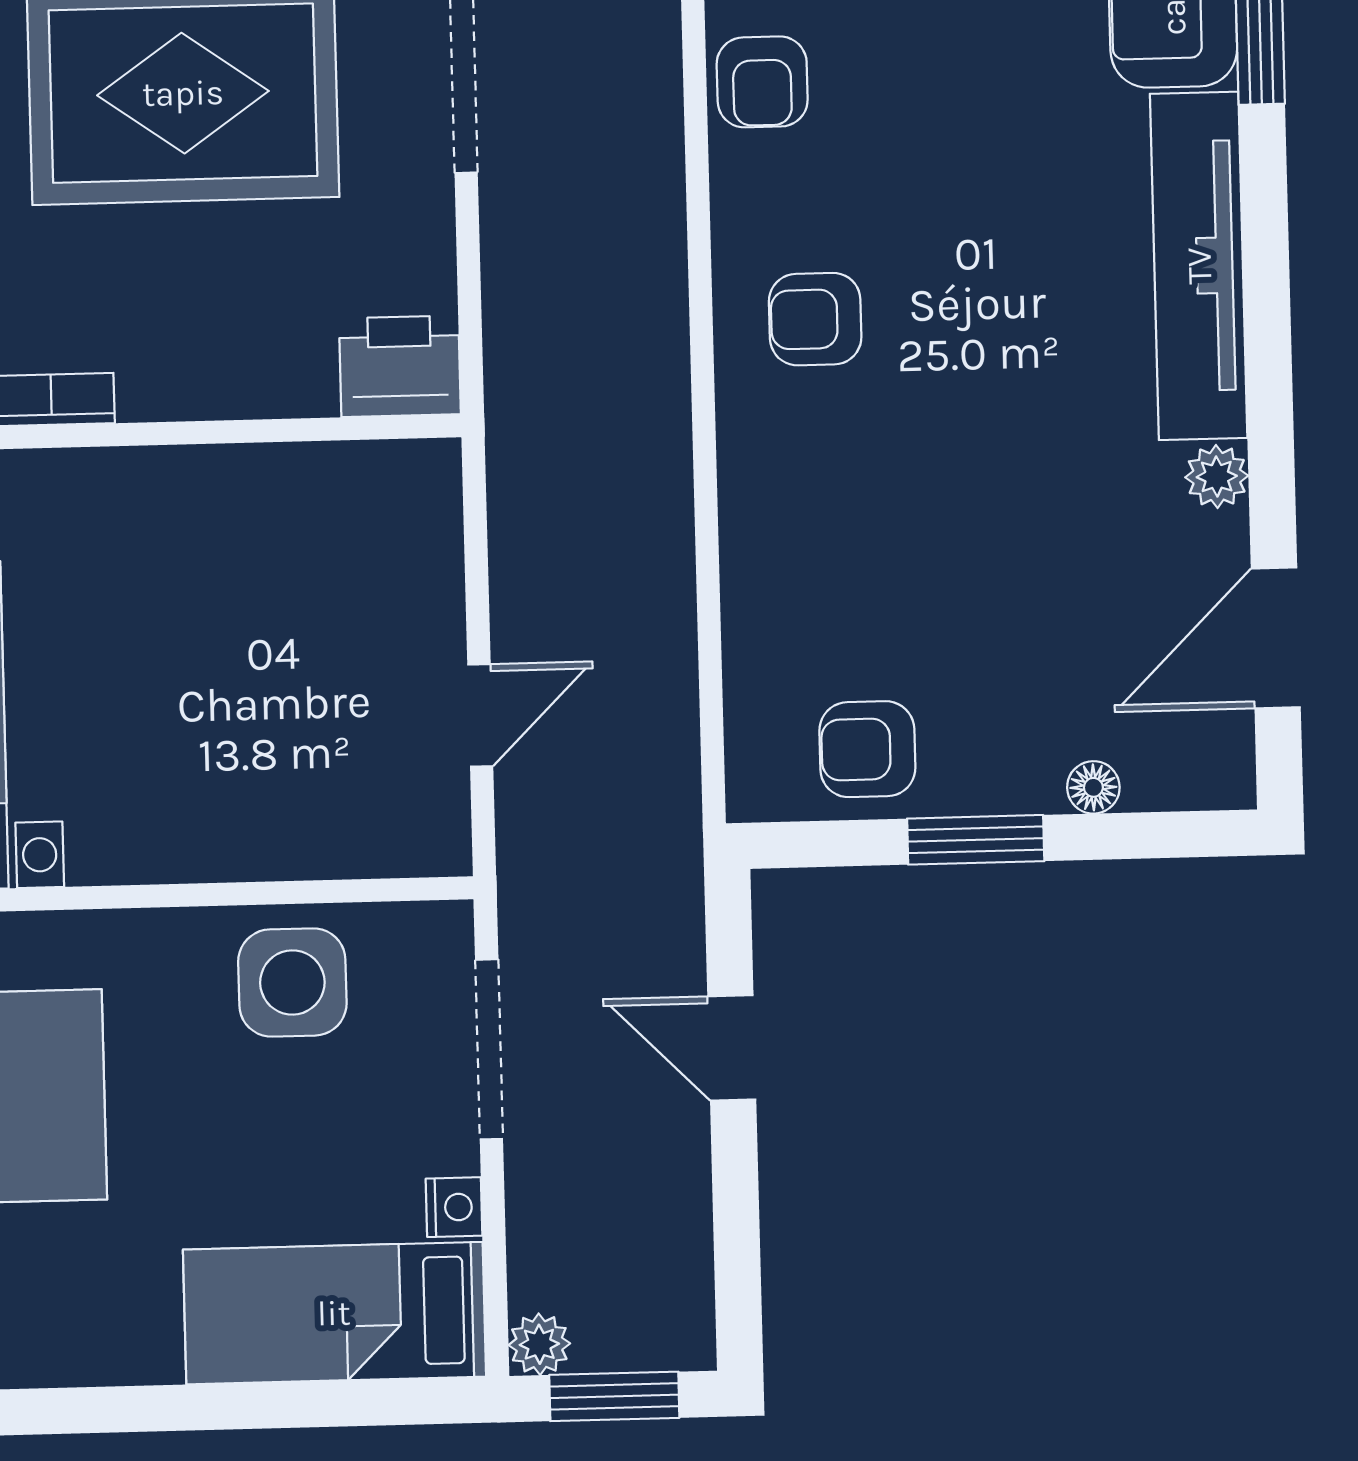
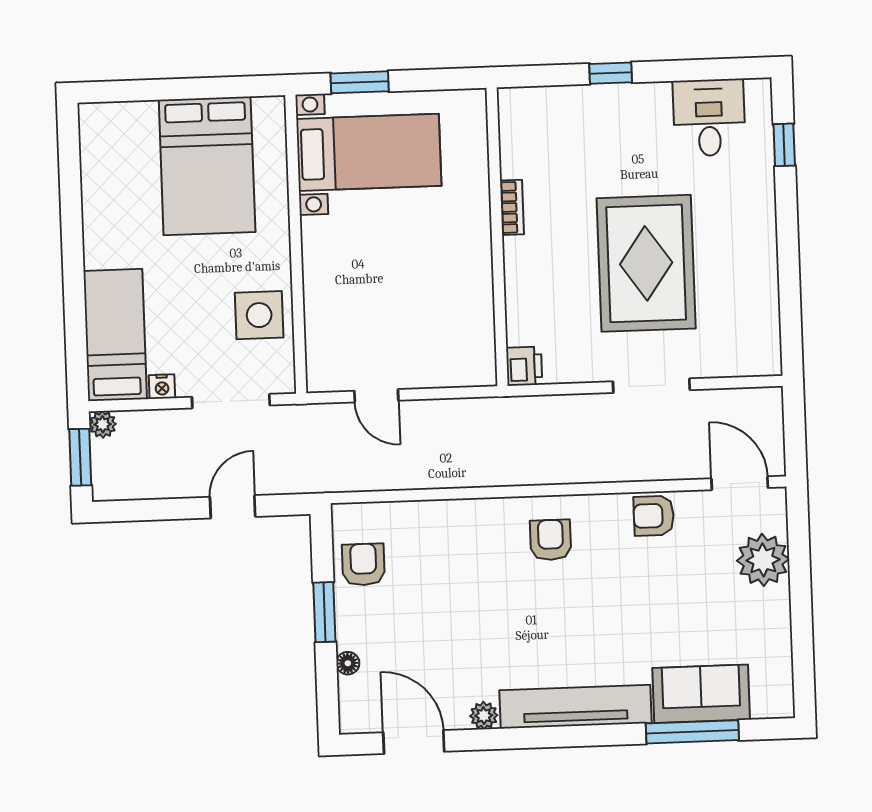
printer: (400, 366) -> (524, 366), width x0.73, depth x0.81

